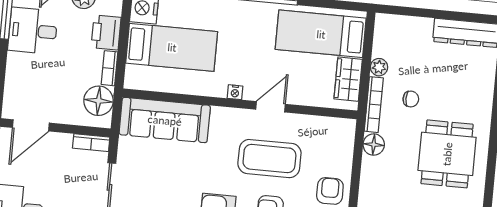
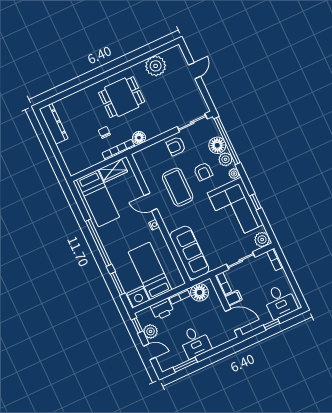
desk: (33, 31) -> (195, 342), moved
plant: (379, 67) -> (98, 158), removed
filing cabinet: (62, 145) -> (233, 298), added

